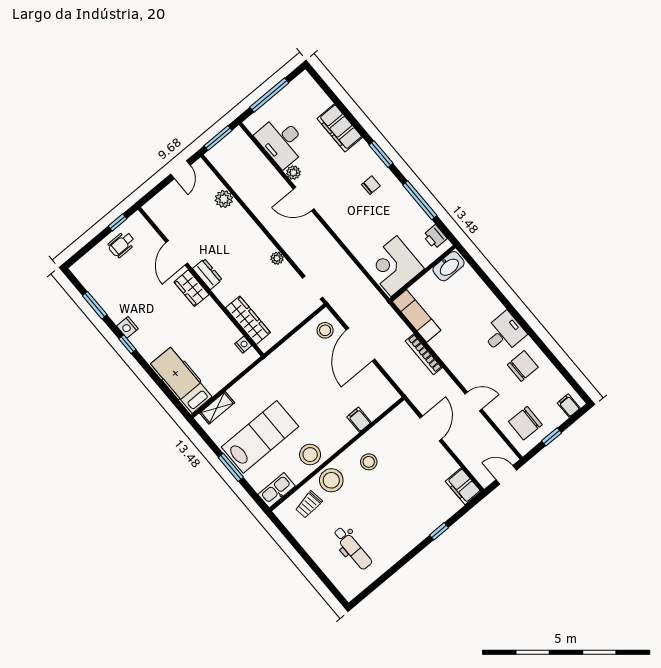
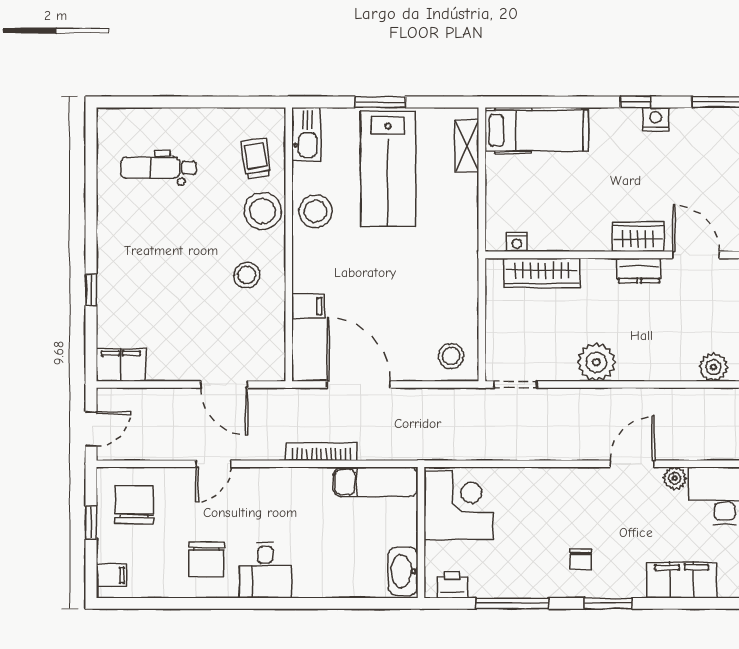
plant: (277, 258) -> (596, 362), width x1.87, depth x1.87
door: (360, 345) -> (359, 384), moved

